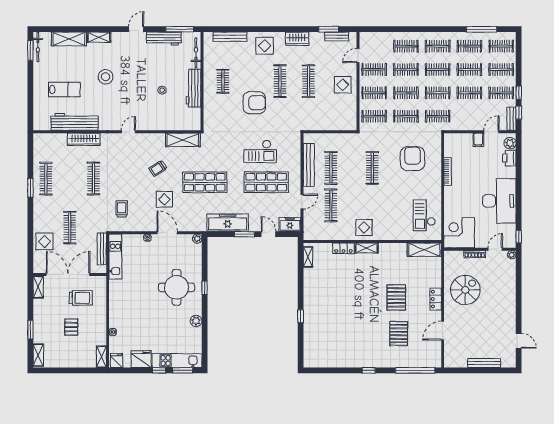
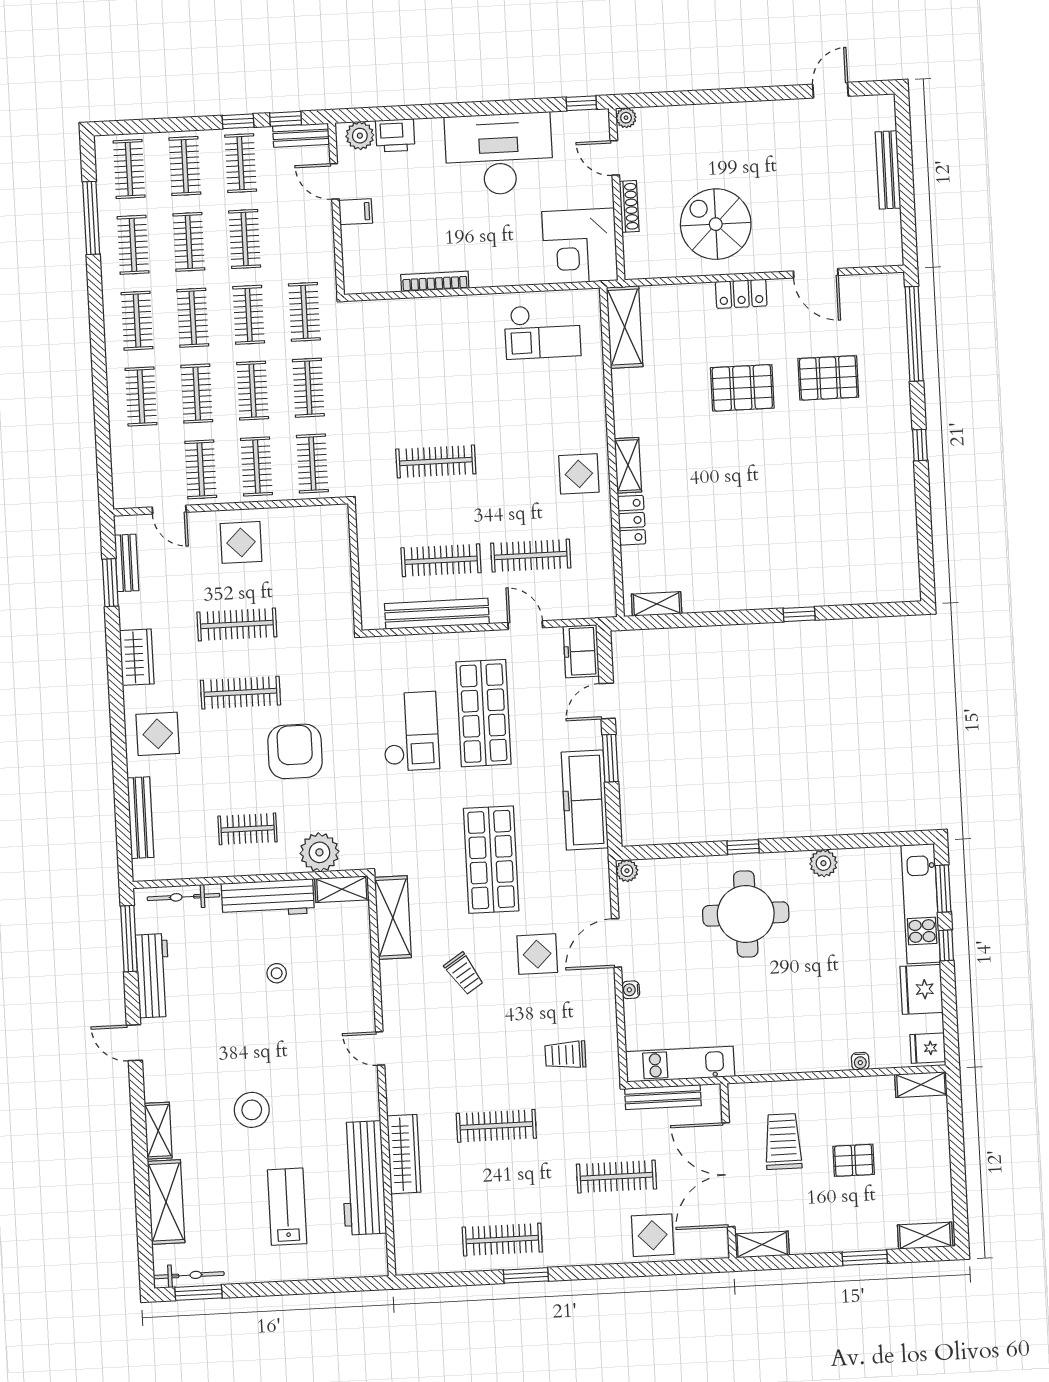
plant: (212, 111) -> (319, 852), added
shelving: (196, 119) -> (342, 889), added
armchair: (413, 159) -> (409, 367), removed

